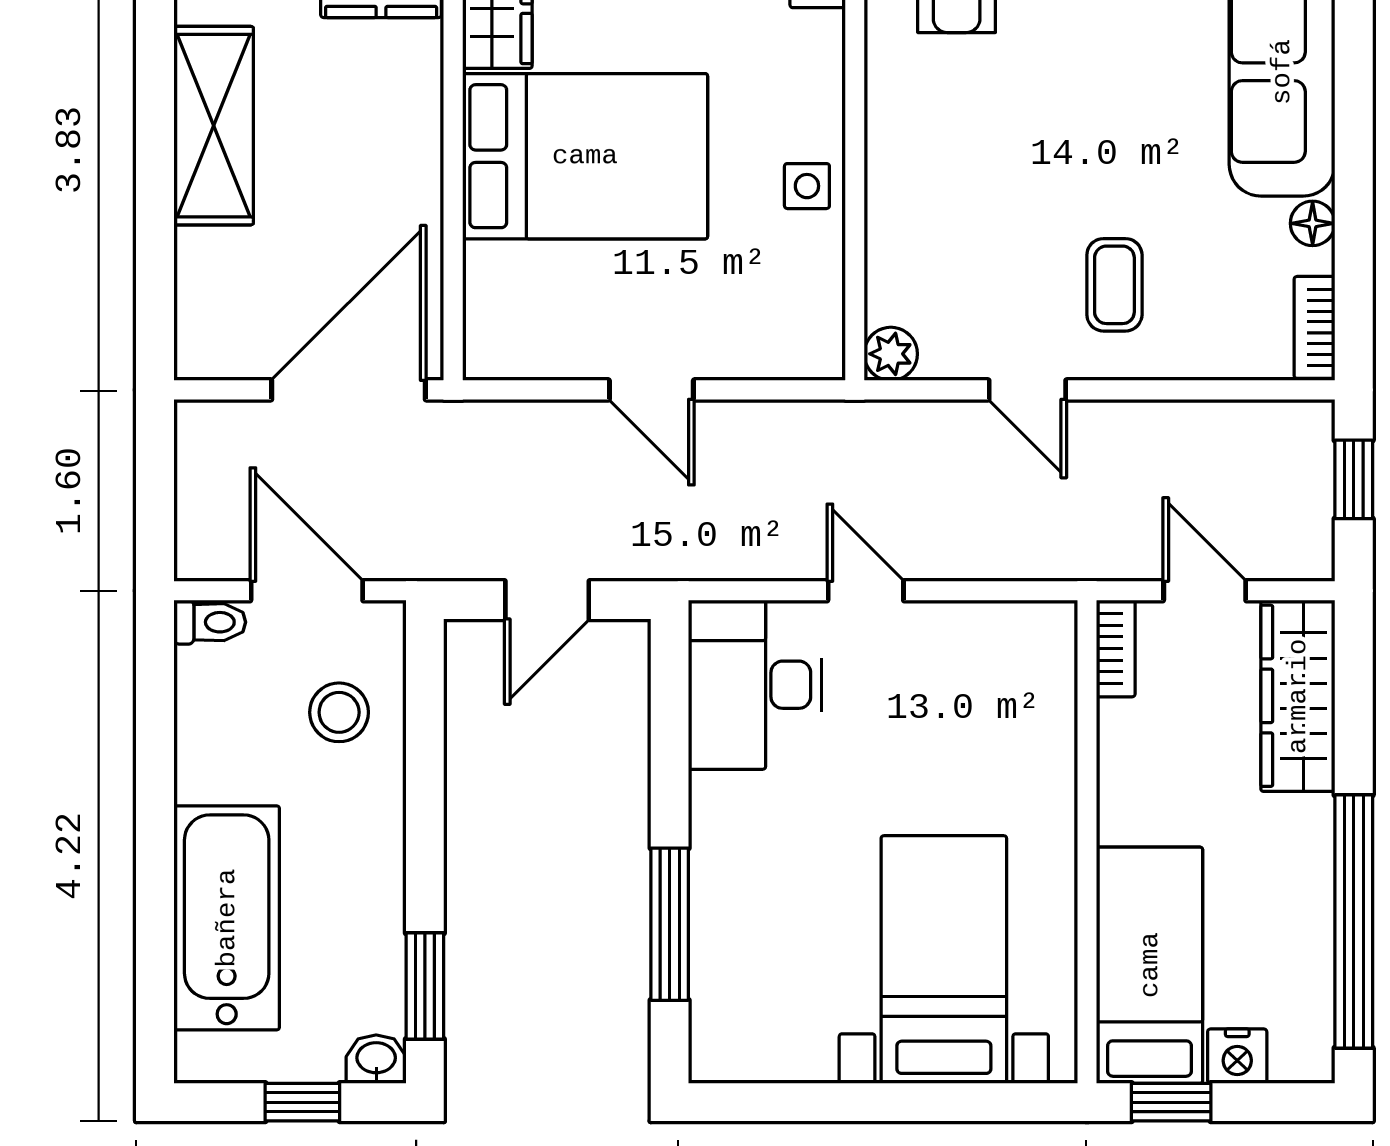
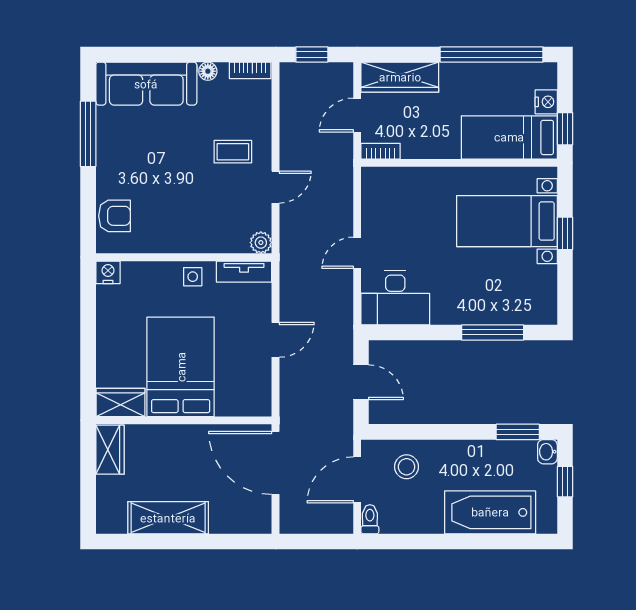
tv unit: (819, 312) -> (244, 272), added
window: (913, 1102) -> (565, 233), added

